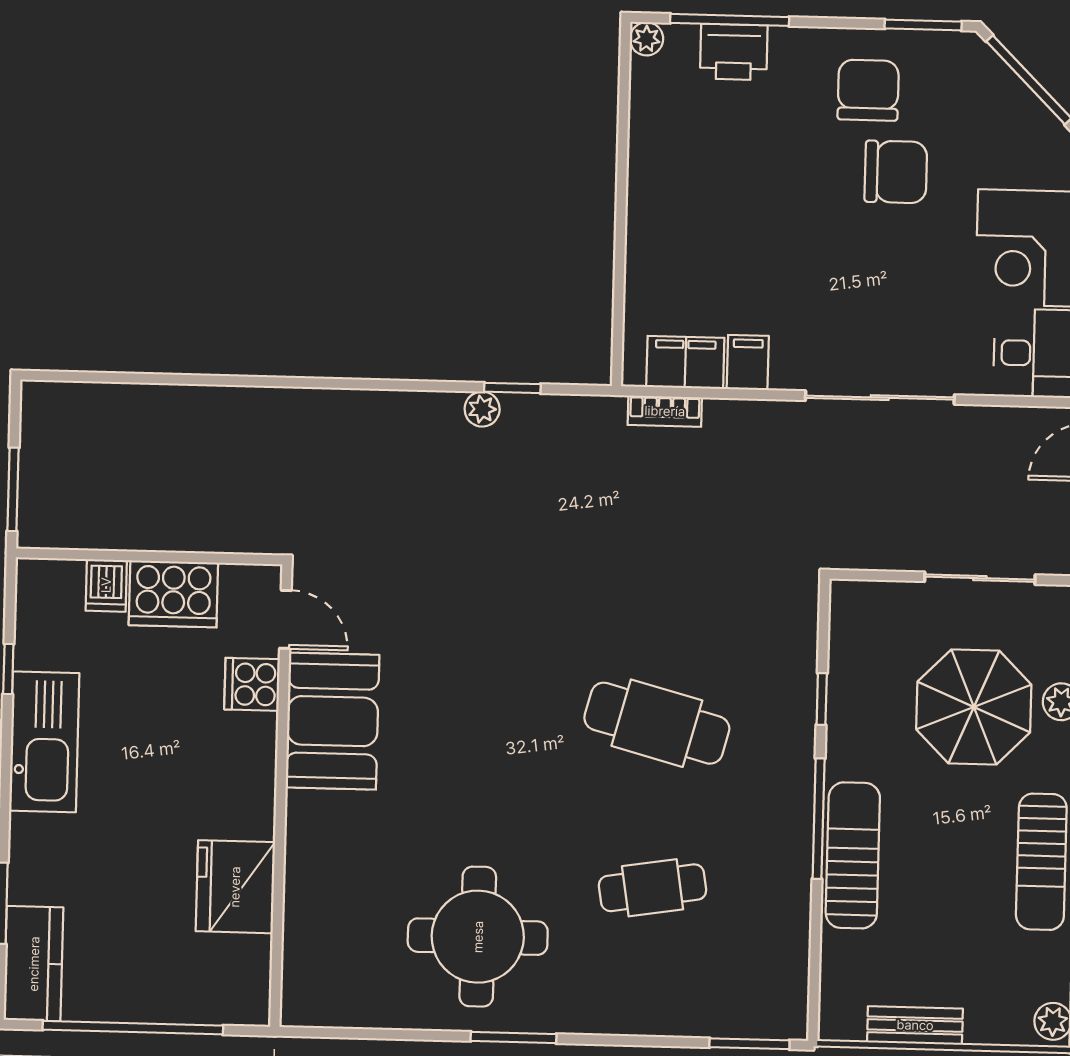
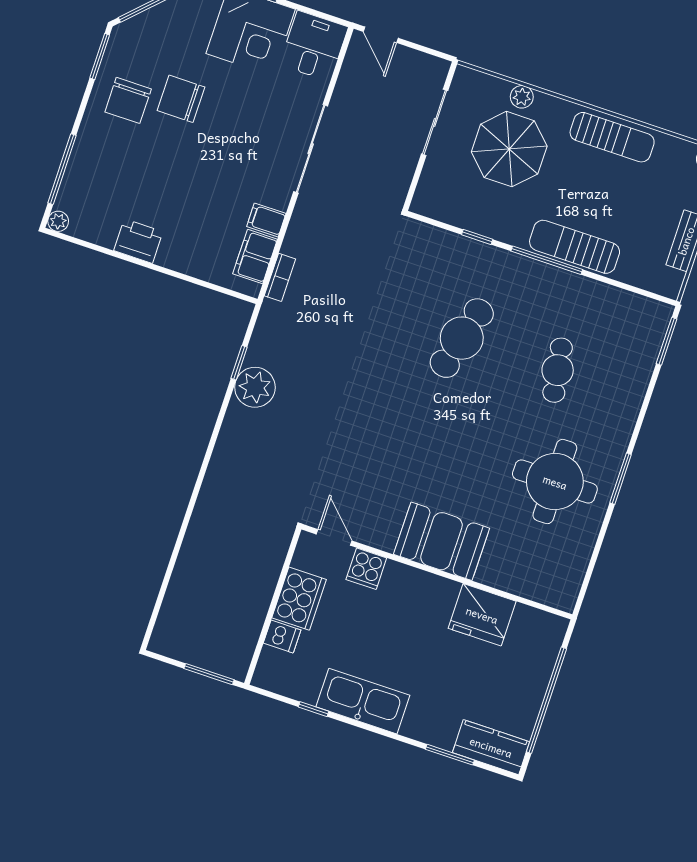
printer: (734, 52) -> (138, 241), moved, turned -90
chair: (868, 90) -> (128, 100), turned -90
chair: (896, 172) -> (181, 99), turned -90
plant: (482, 409) -> (255, 387), width x1.88, depth x1.88
door: (285, 619) -> (334, 537), hinge flipped
booth: (332, 721) -> (442, 541), moved

